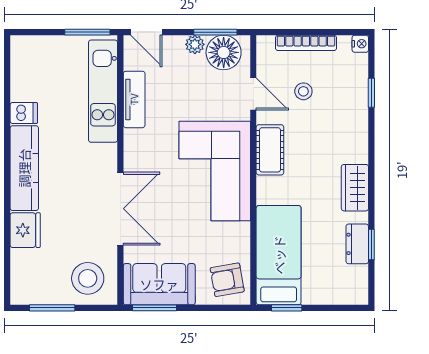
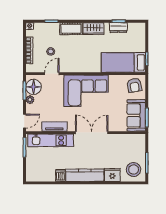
cot: (270, 150) -> (71, 29), moved
double door: (120, 209) -> (92, 133), moved
stool: (88, 278) -> (134, 169), moved

